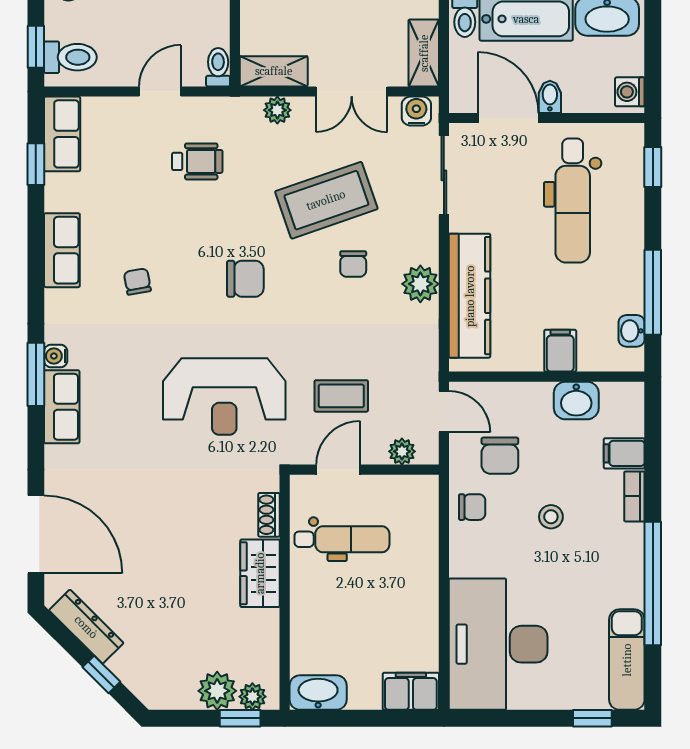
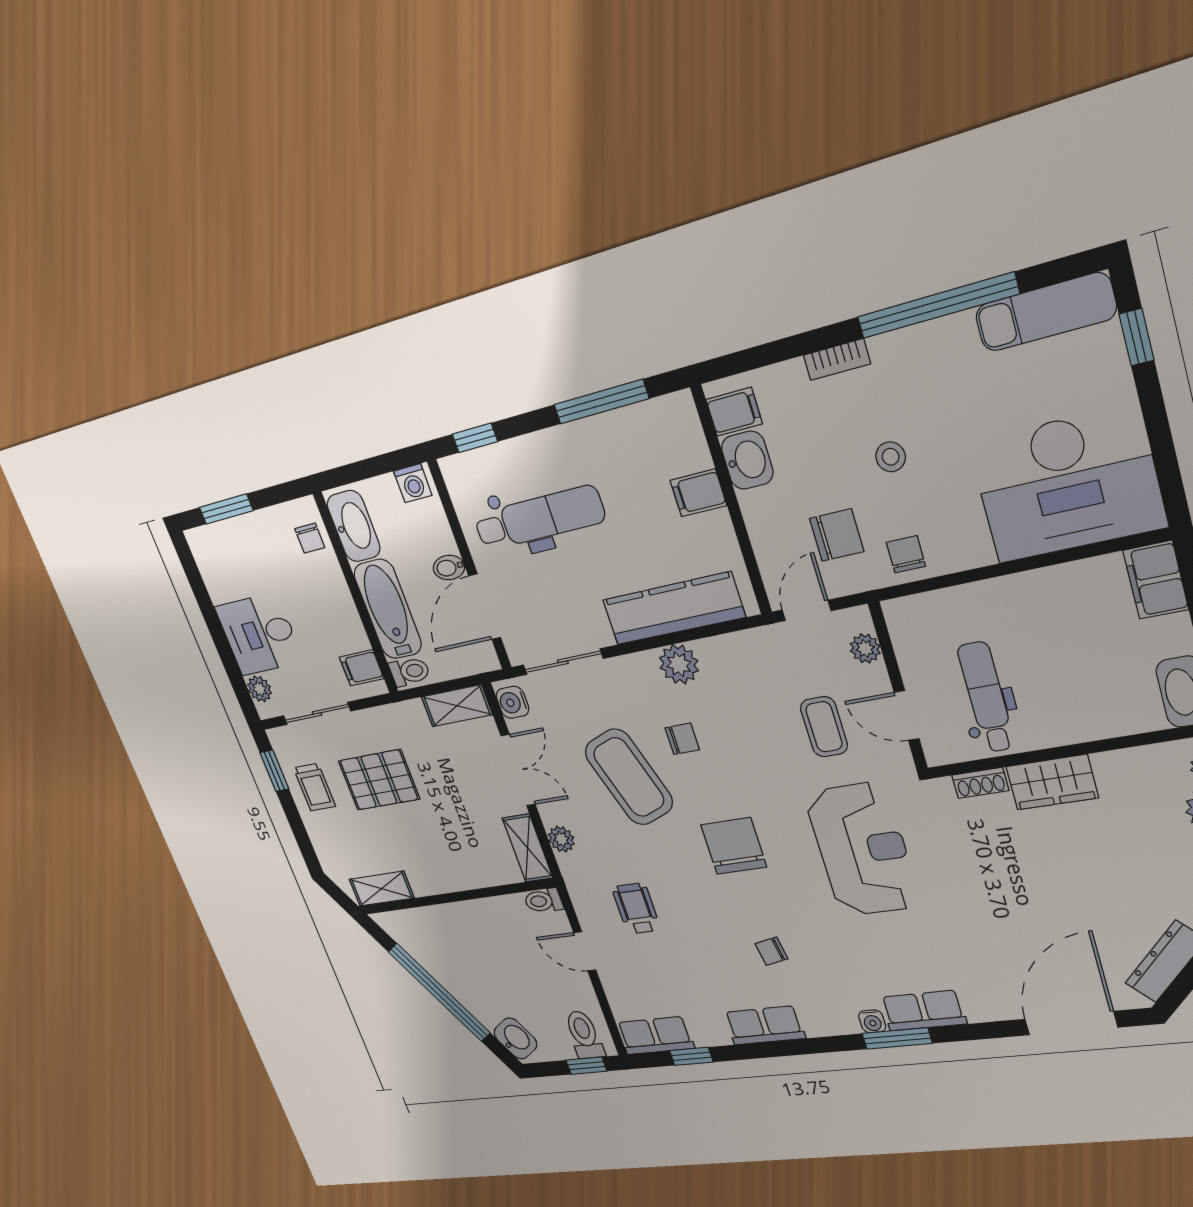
chair: (245, 279) -> (734, 846), width x1.37, depth x1.37
washbasin: (632, 331) -> (650, 415), removed
filing cabinet: (624, 453) -> (734, 412), moved, turned -90

